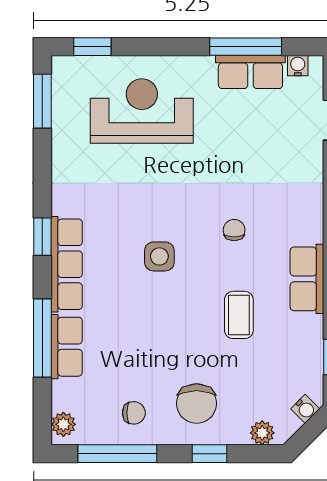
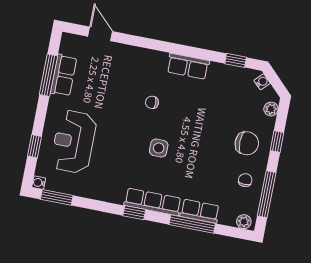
window: (92, 47) -> (35, 146), moved
water cooler: (298, 66) -> (39, 183), moved
coffee table: (239, 315) -> (201, 109), removed

